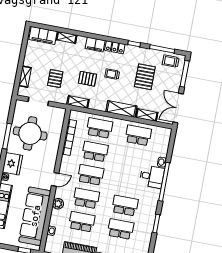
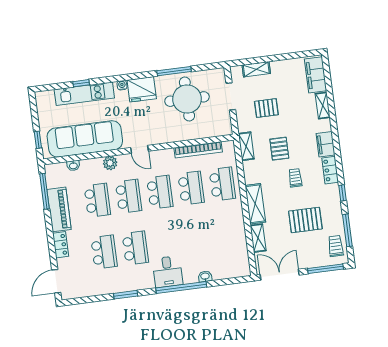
school desk: (138, 135) -> (229, 236), removed
desk: (152, 177) -> (168, 272), moved

